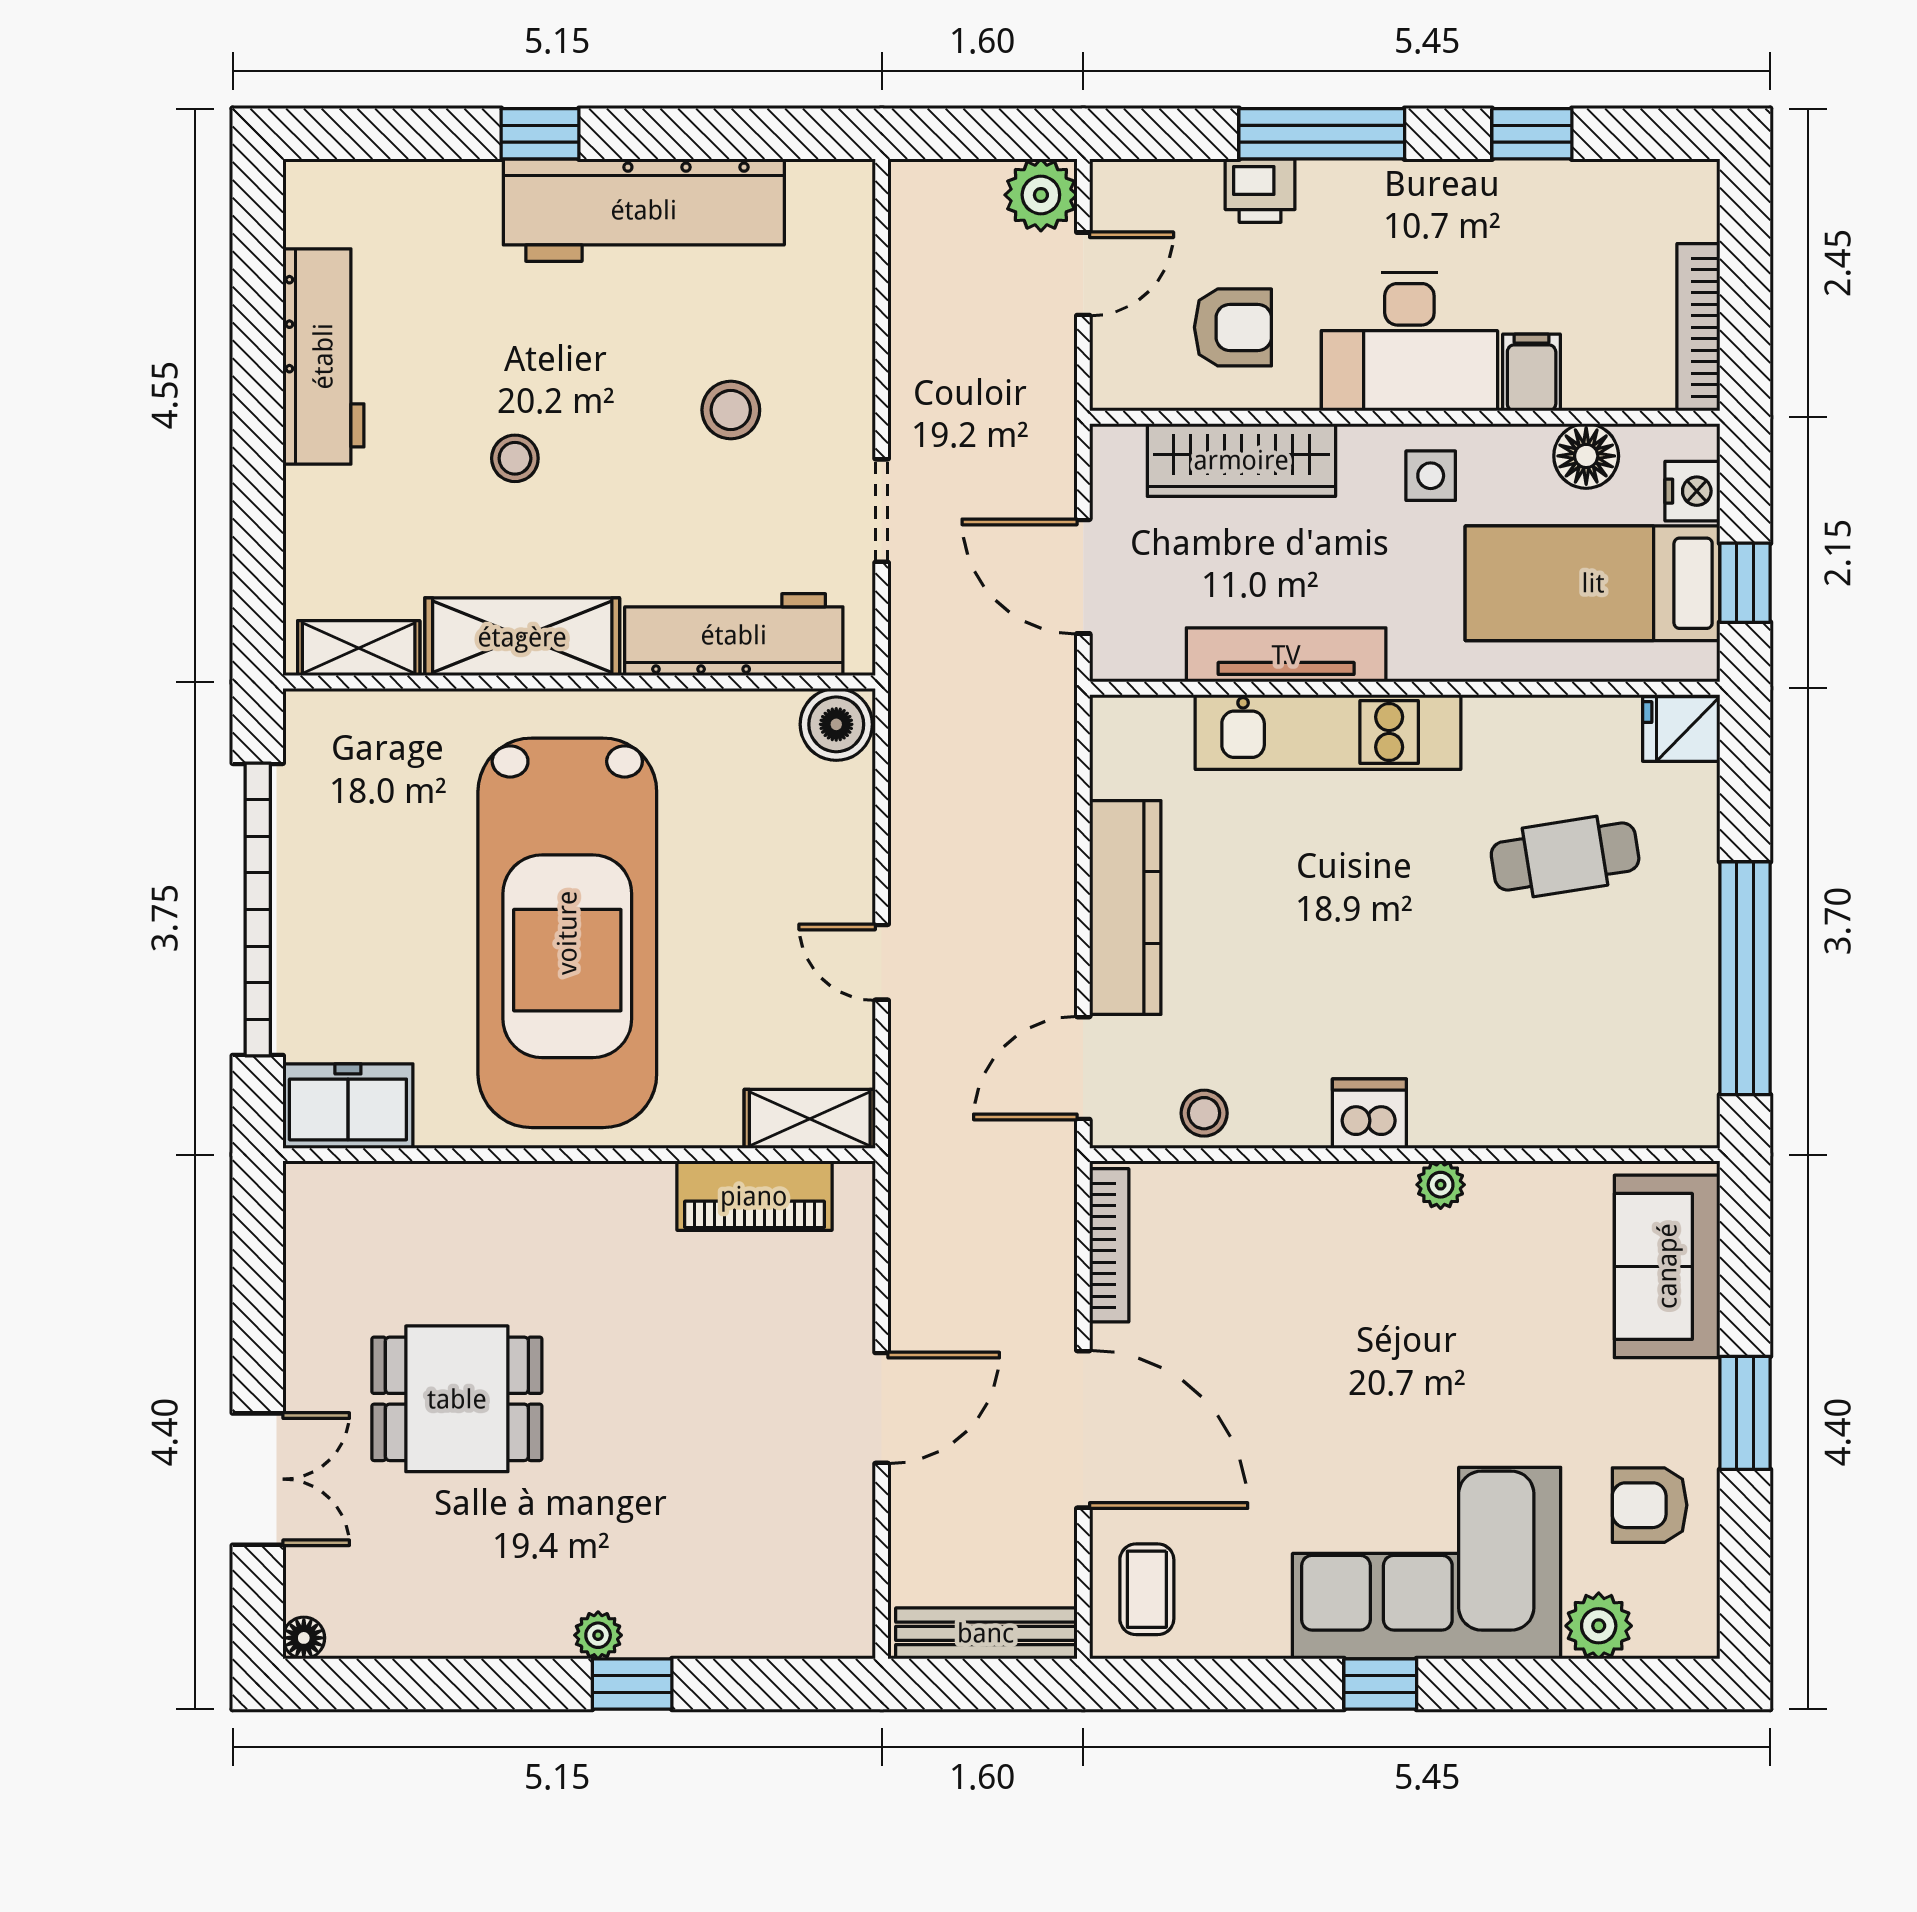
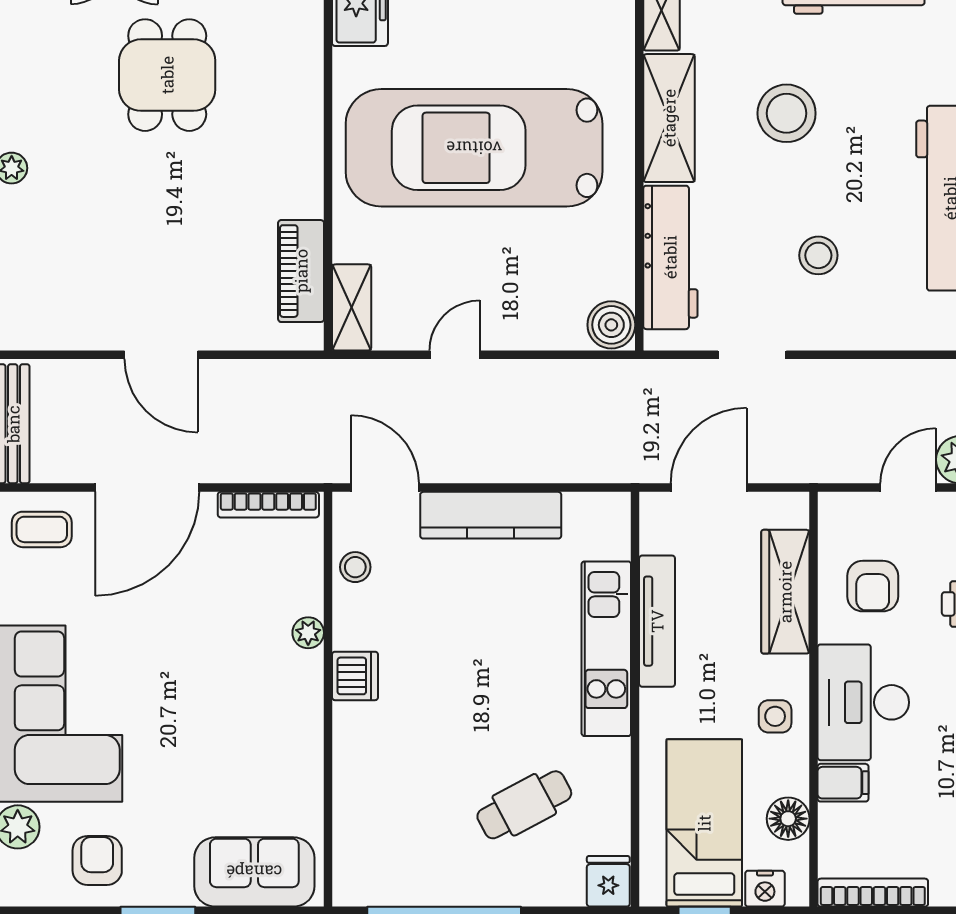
door: (1083, 274) -> (908, 488), swing flipped
stool: (515, 458) -> (787, 113), width x1.89, depth x1.89
cafe table: (1565, 857) -> (524, 805), turned 71
plant: (1441, 1185) -> (308, 633), moved

